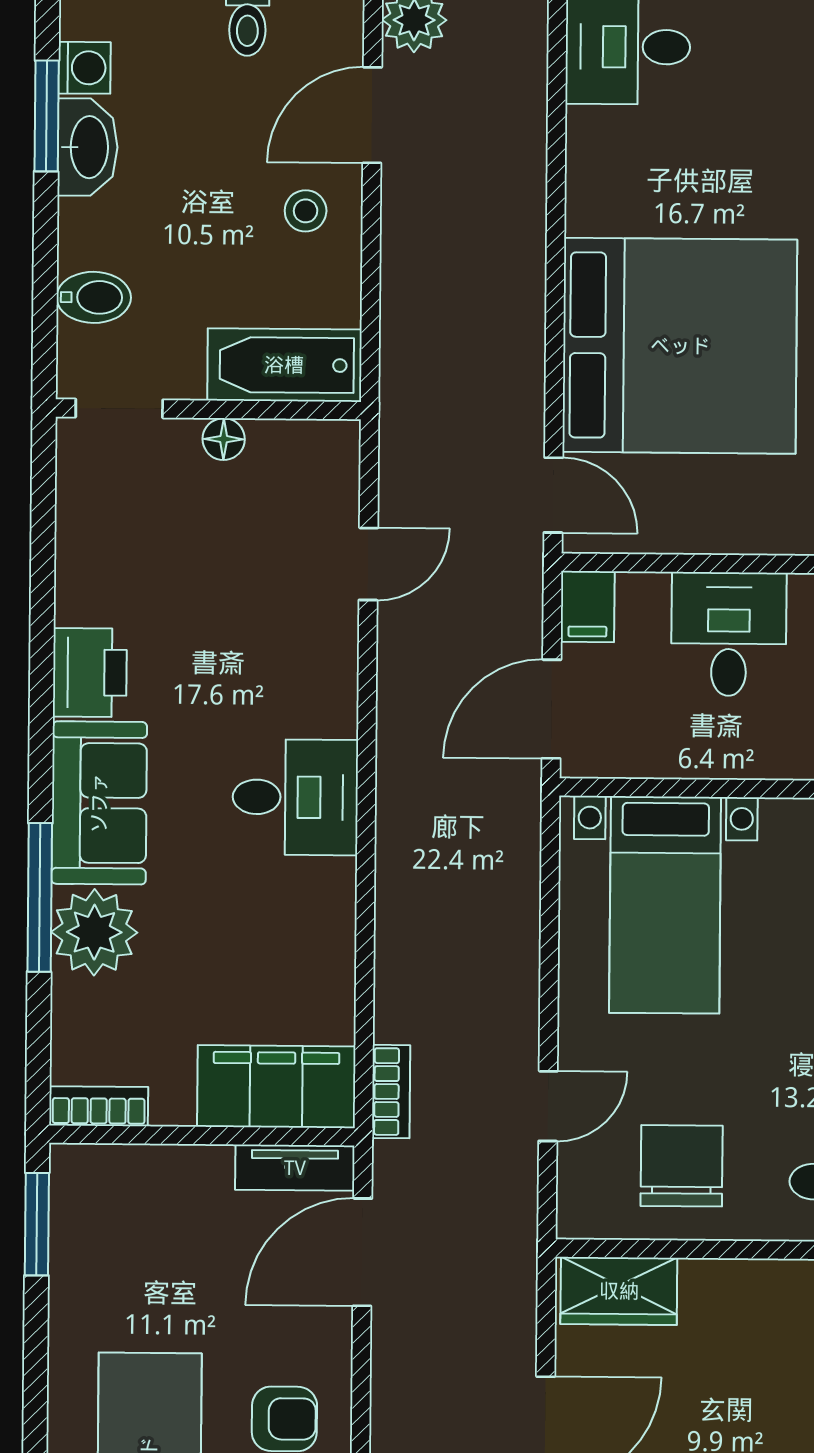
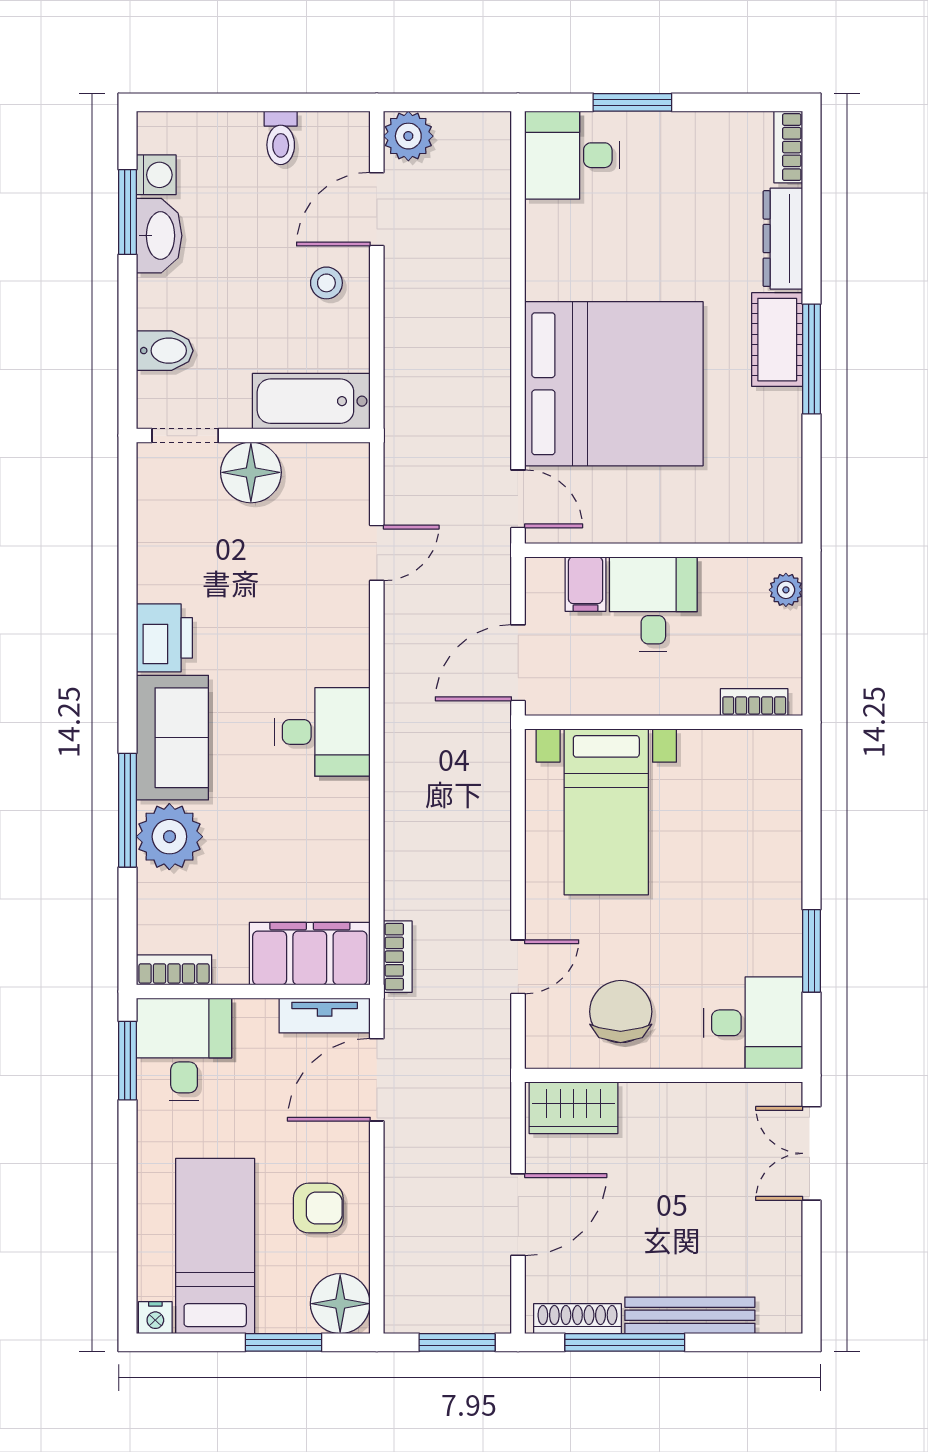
floor lamp: (224, 439) -> (251, 472), width x1.89, depth x1.89
filing cabinet: (588, 607) -> (585, 584), moved
desk: (111, 1210) -> (184, 1050), added

